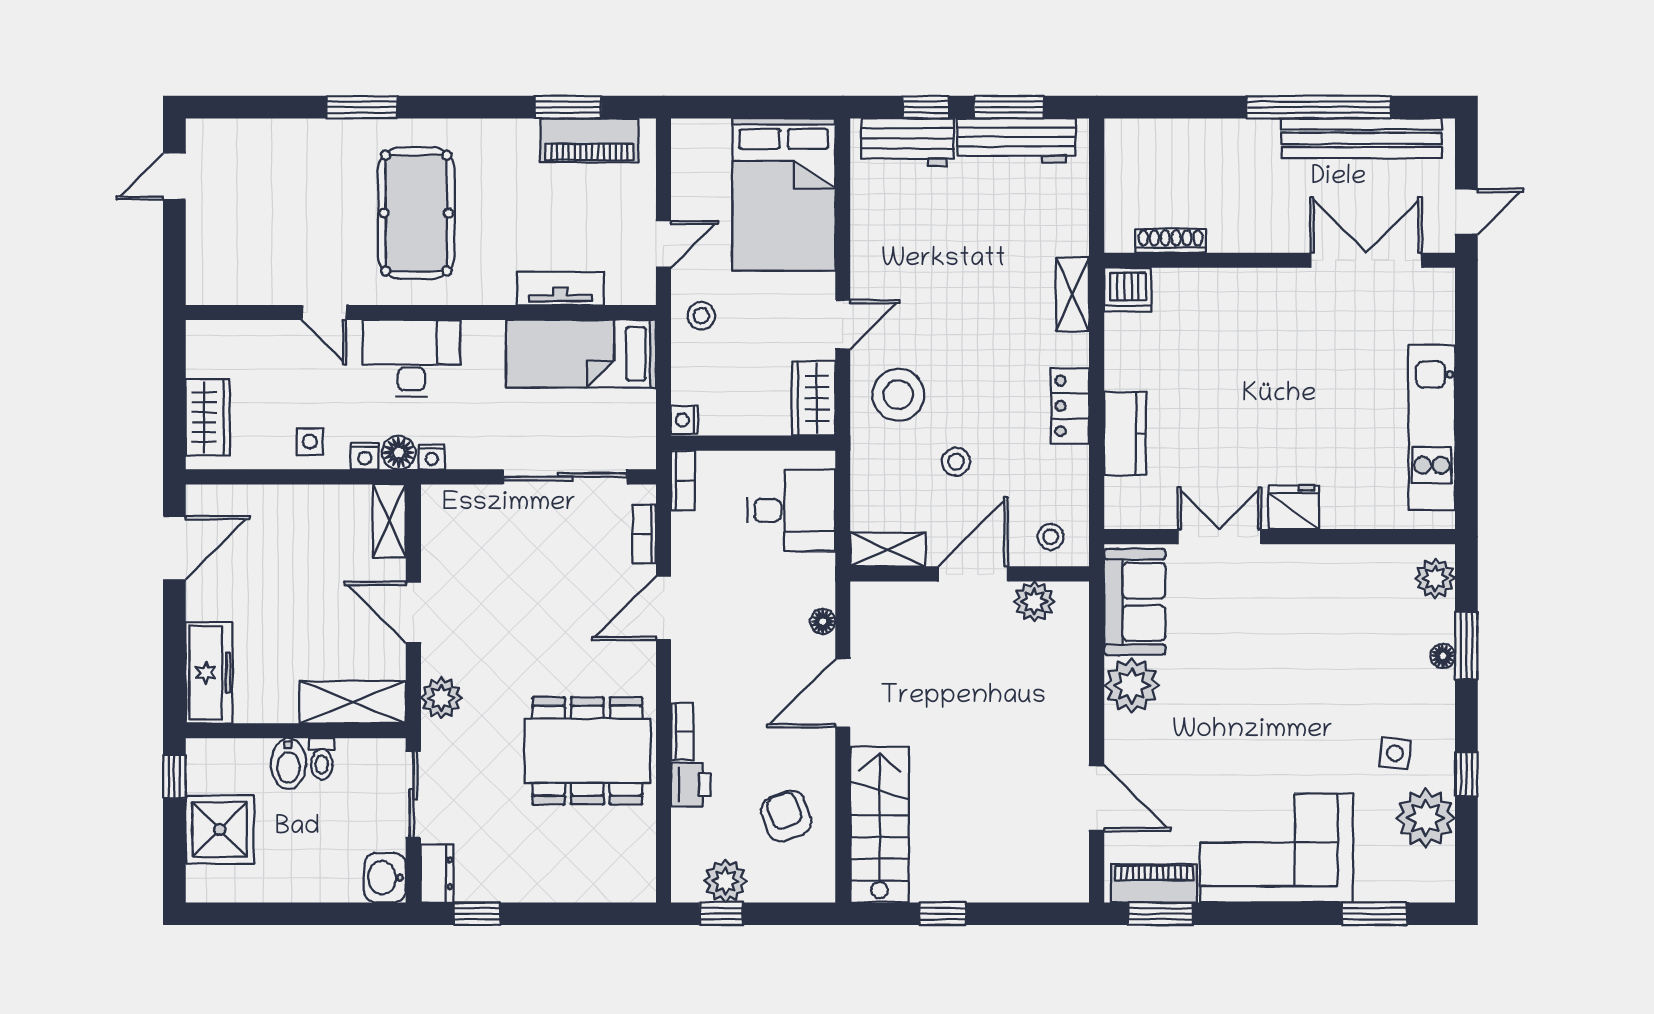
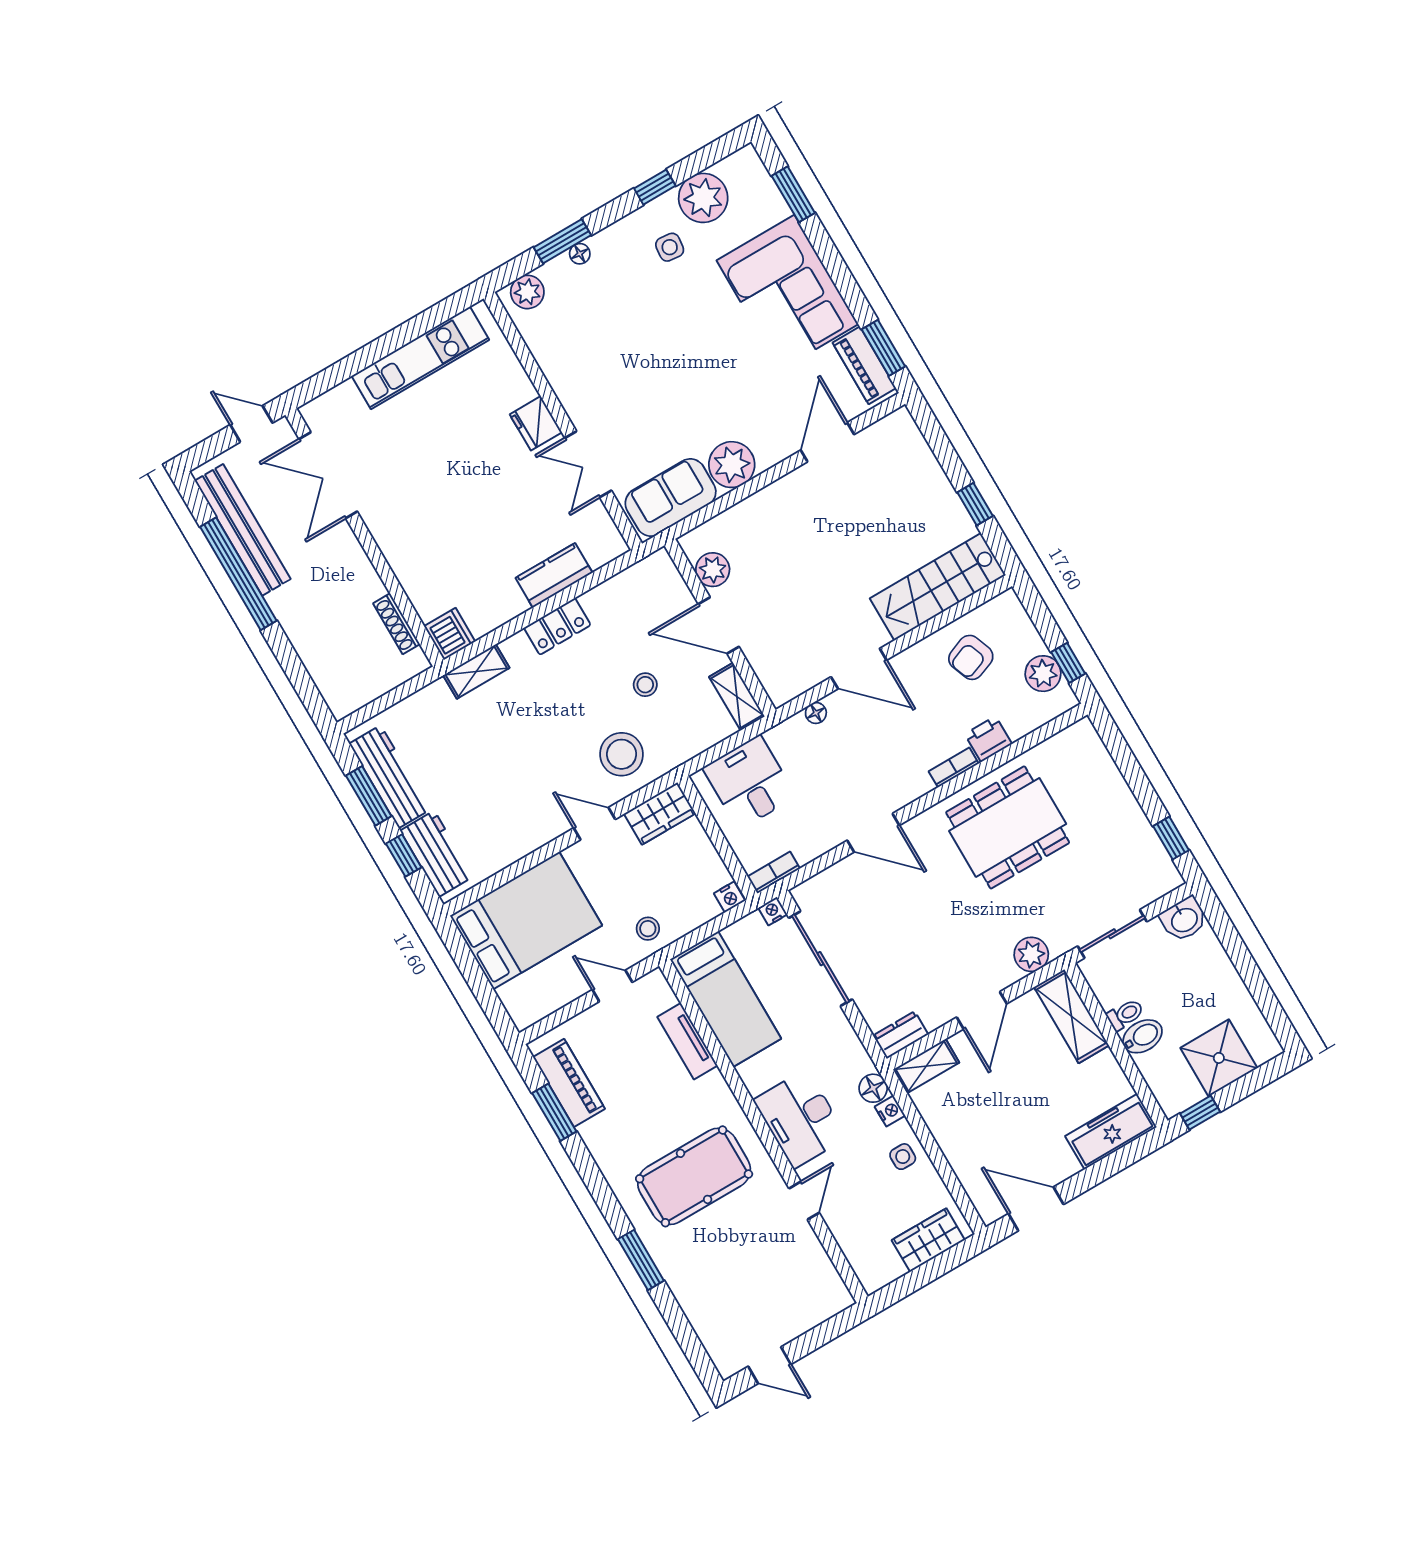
nightstand: (432, 457) -> (773, 911), moved, turned -90
bookcase: (644, 534) -> (828, 878), removed
stool: (1051, 537) -> (659, 585), removed
dining table: (587, 751) -> (1008, 827), turned 90
dresser: (437, 873) -> (901, 1035), moved

